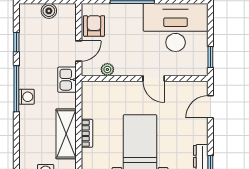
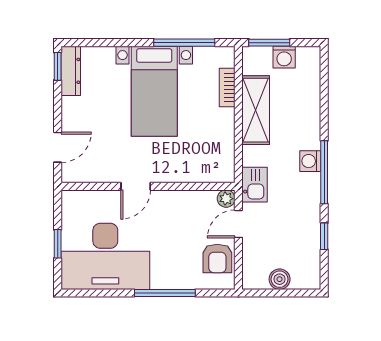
window: (210, 57) -> (58, 244), moved
plant: (107, 69) -> (226, 199), moved
door: (154, 78) -> (136, 186), swing flipped
bookcase: (87, 133) -> (227, 87), moved

